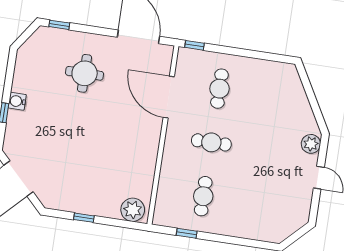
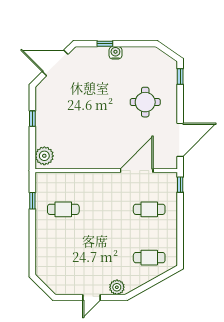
cafe table: (211, 142) -> (149, 258), moved, turned 90

